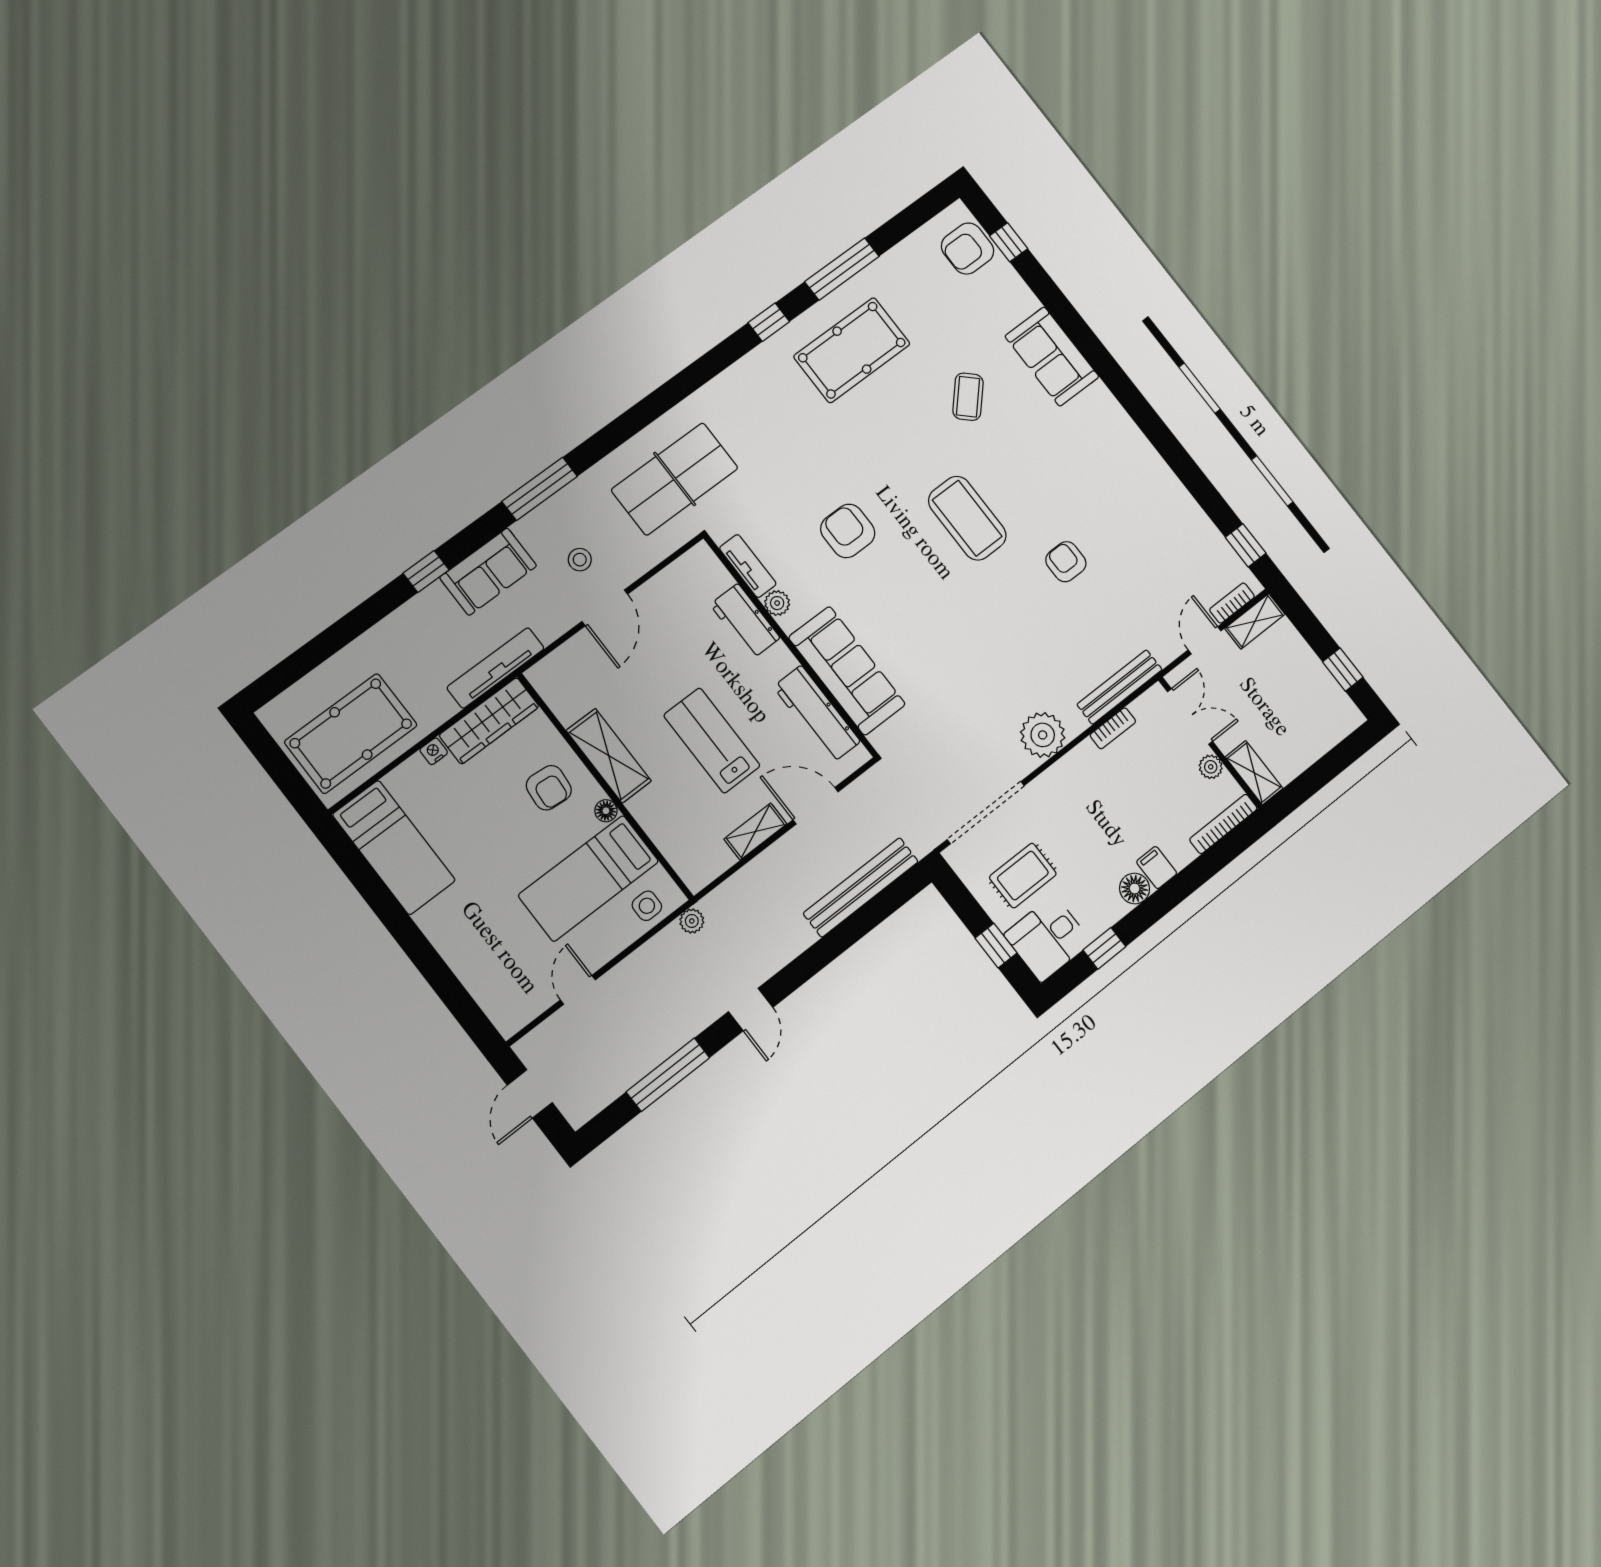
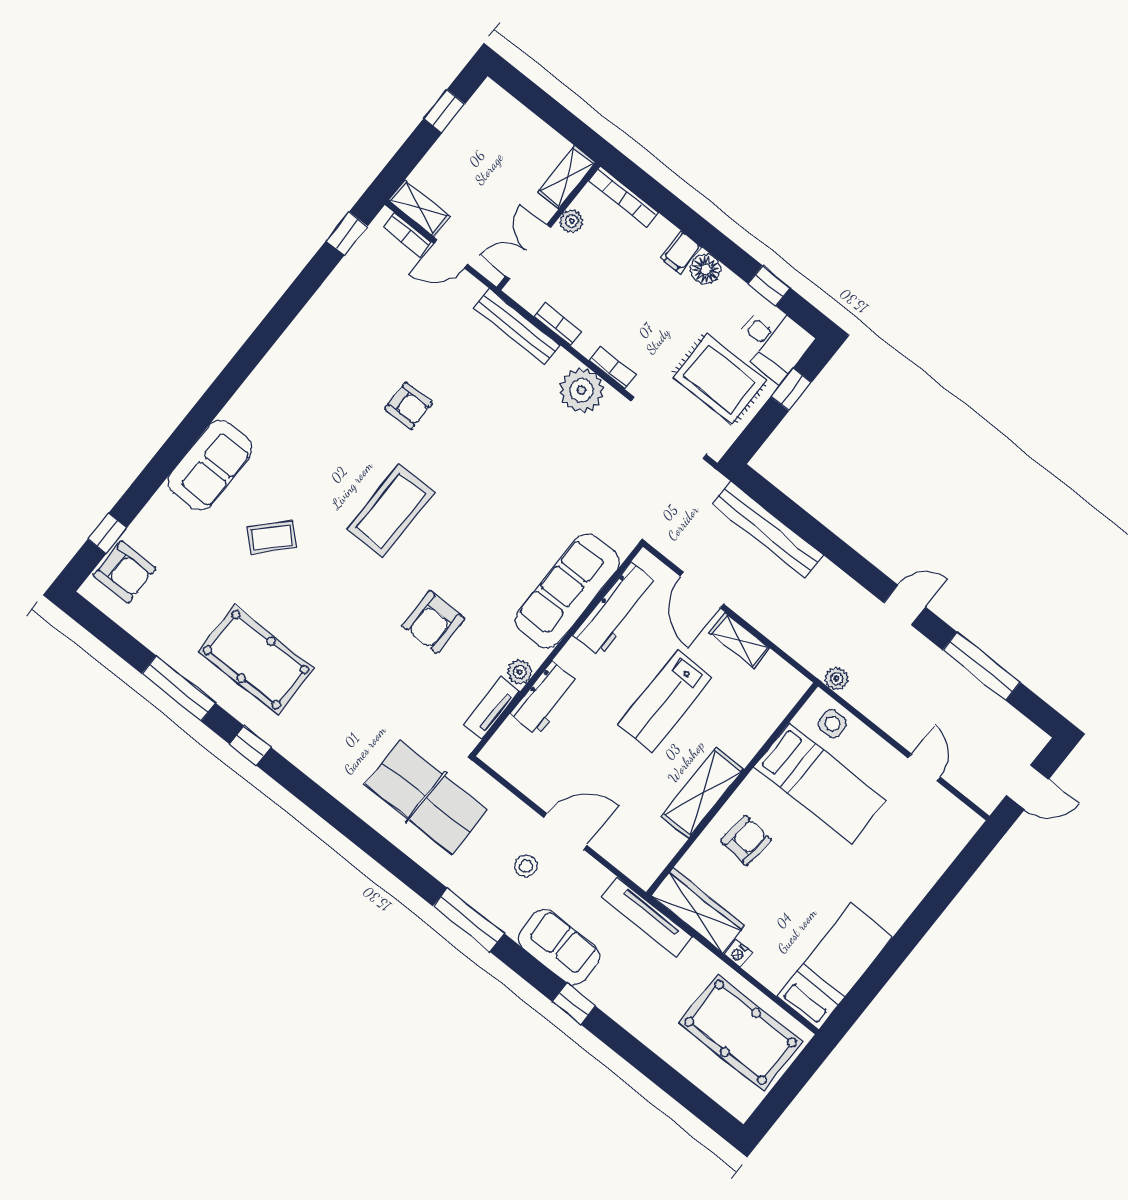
armchair: (1066, 562) -> (409, 406), turned -90
bookcase: (1058, 772) -> (613, 368), added
floor lamp: (606, 811) -> (754, 783), removed
rug: (1023, 876) -> (719, 379), width x1.36, depth x1.43
door: (578, 990) -> (924, 767), swing flipped

